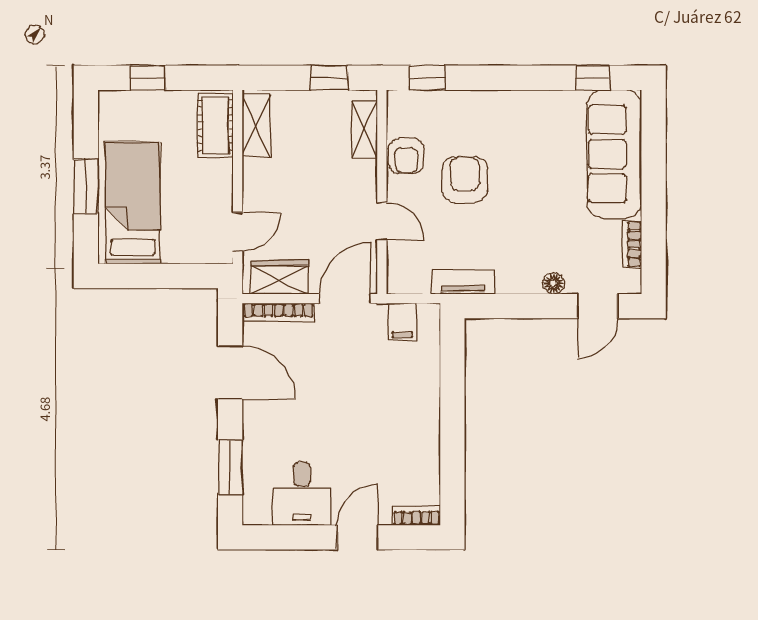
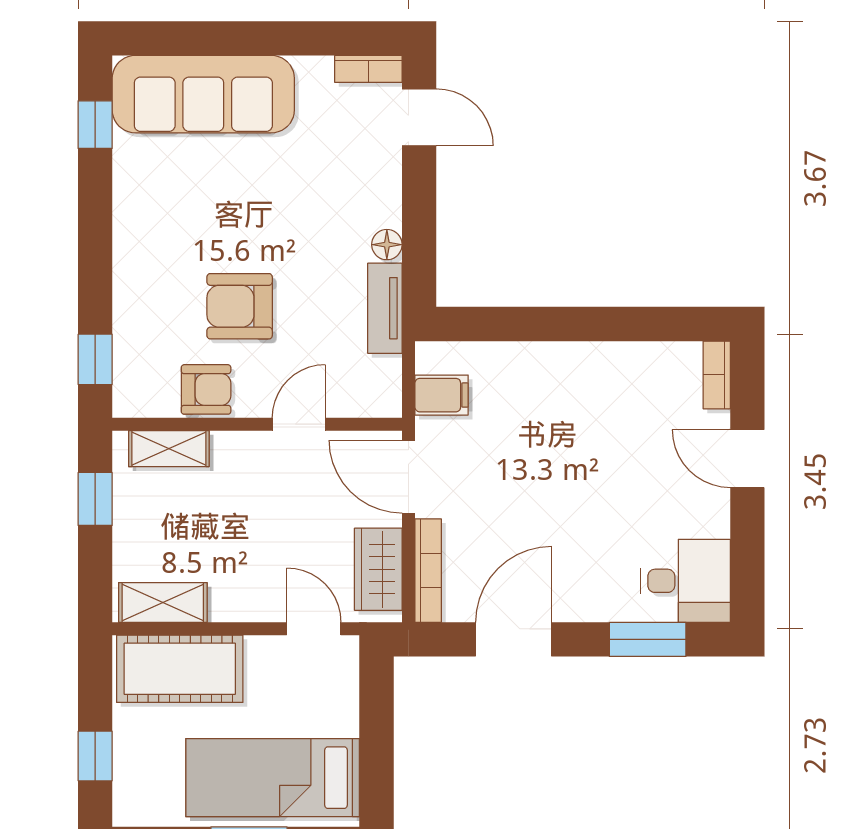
cot: (215, 125) -> (180, 669), width x1.37, depth x1.34
bookcase: (632, 244) -> (368, 69), moved
floor lamp: (554, 283) -> (387, 245), moved
desk: (302, 494) -> (686, 581), moved

